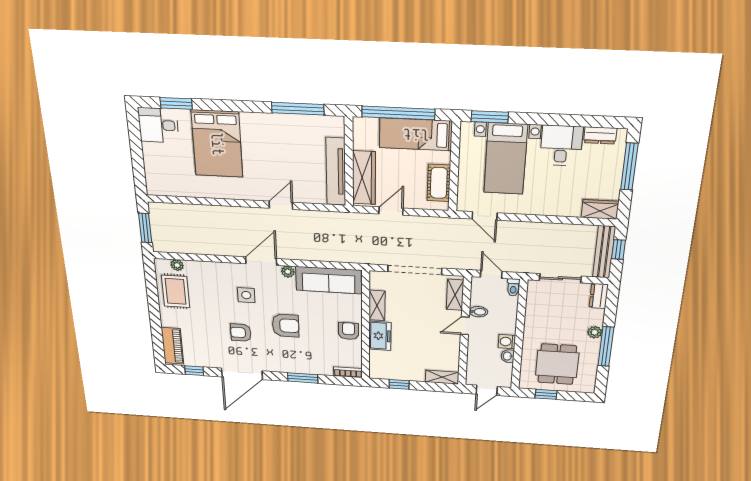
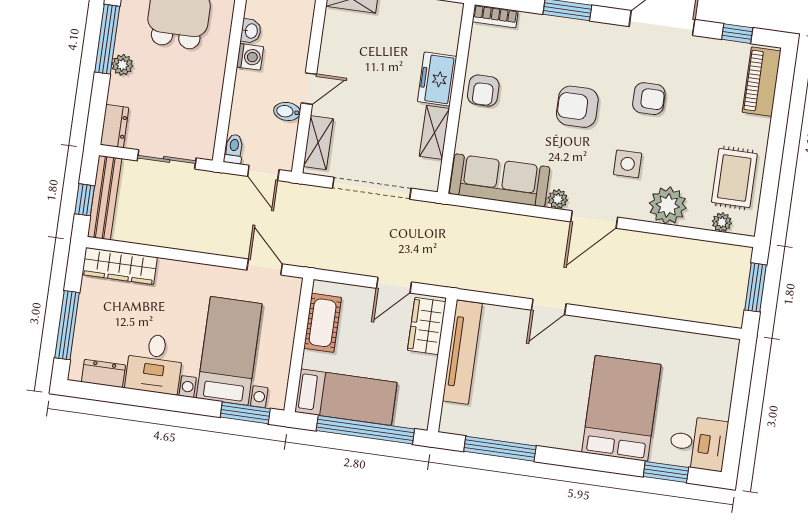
wardrobe: (364, 178) -> (427, 326), width x0.67
wardrobe: (600, 209) -> (120, 266), width x1.50
plant: (215, 273) -> (668, 205), added

